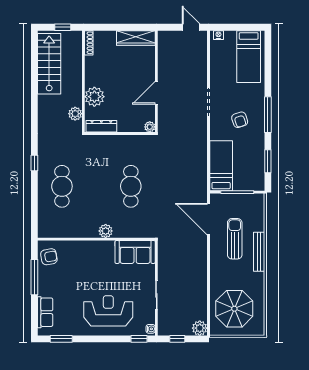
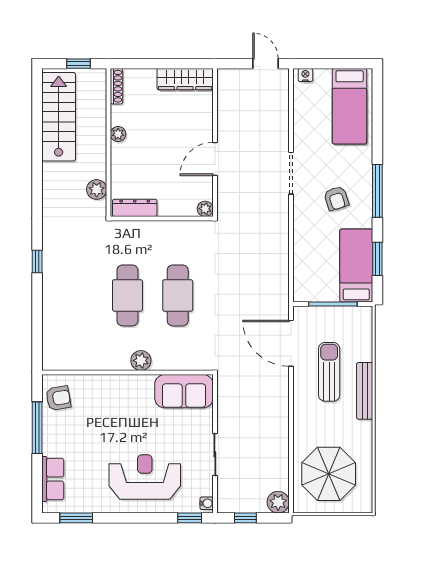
plant: (94, 97) -> (118, 134), moved, width x0.53, depth x0.53
bed: (221, 166) -> (356, 266), moved
cafe table: (62, 186) -> (127, 295), moved

